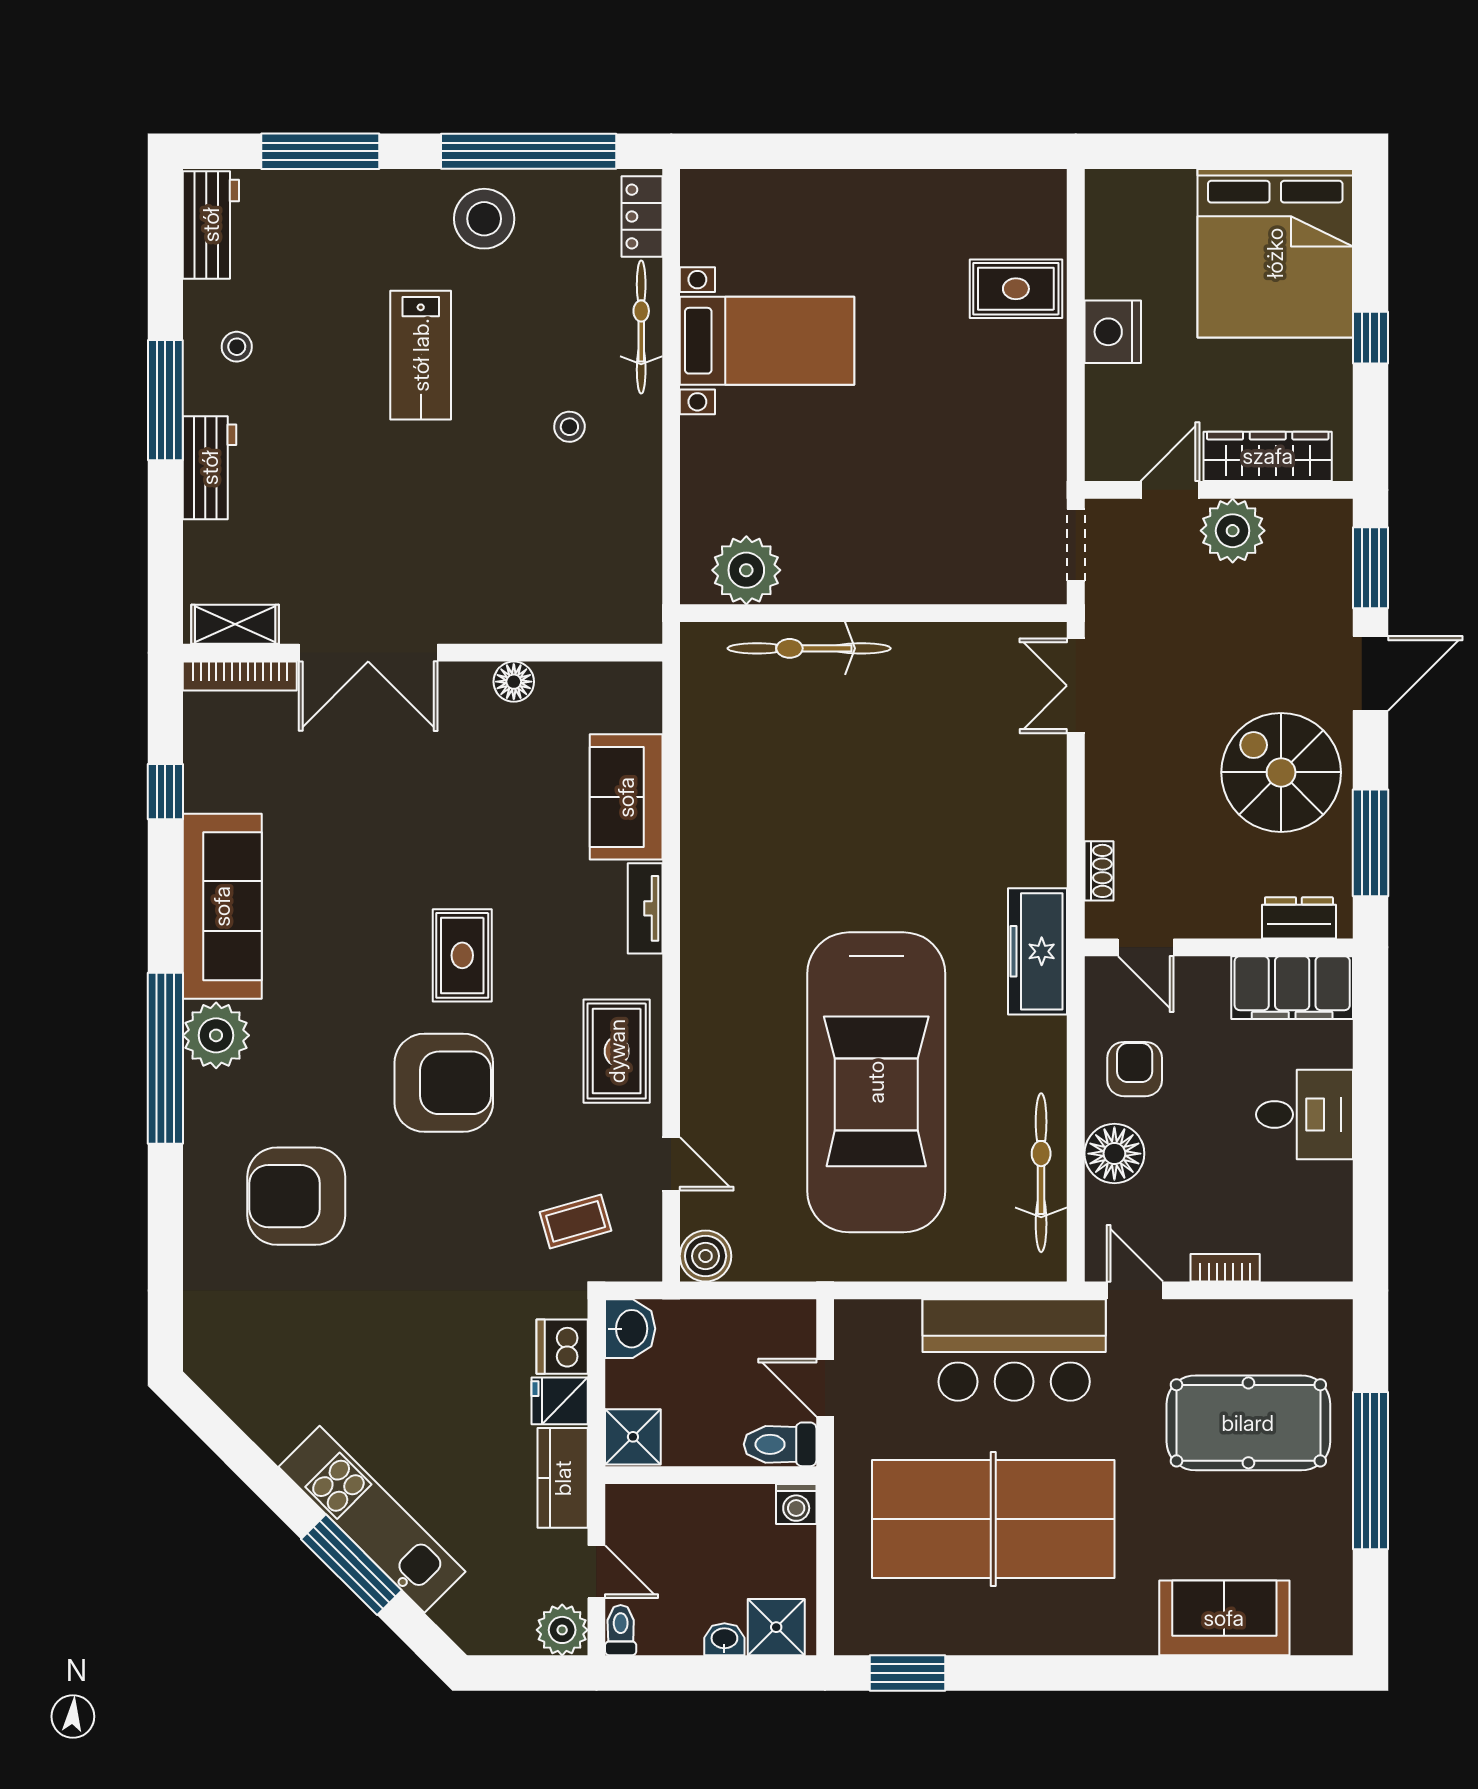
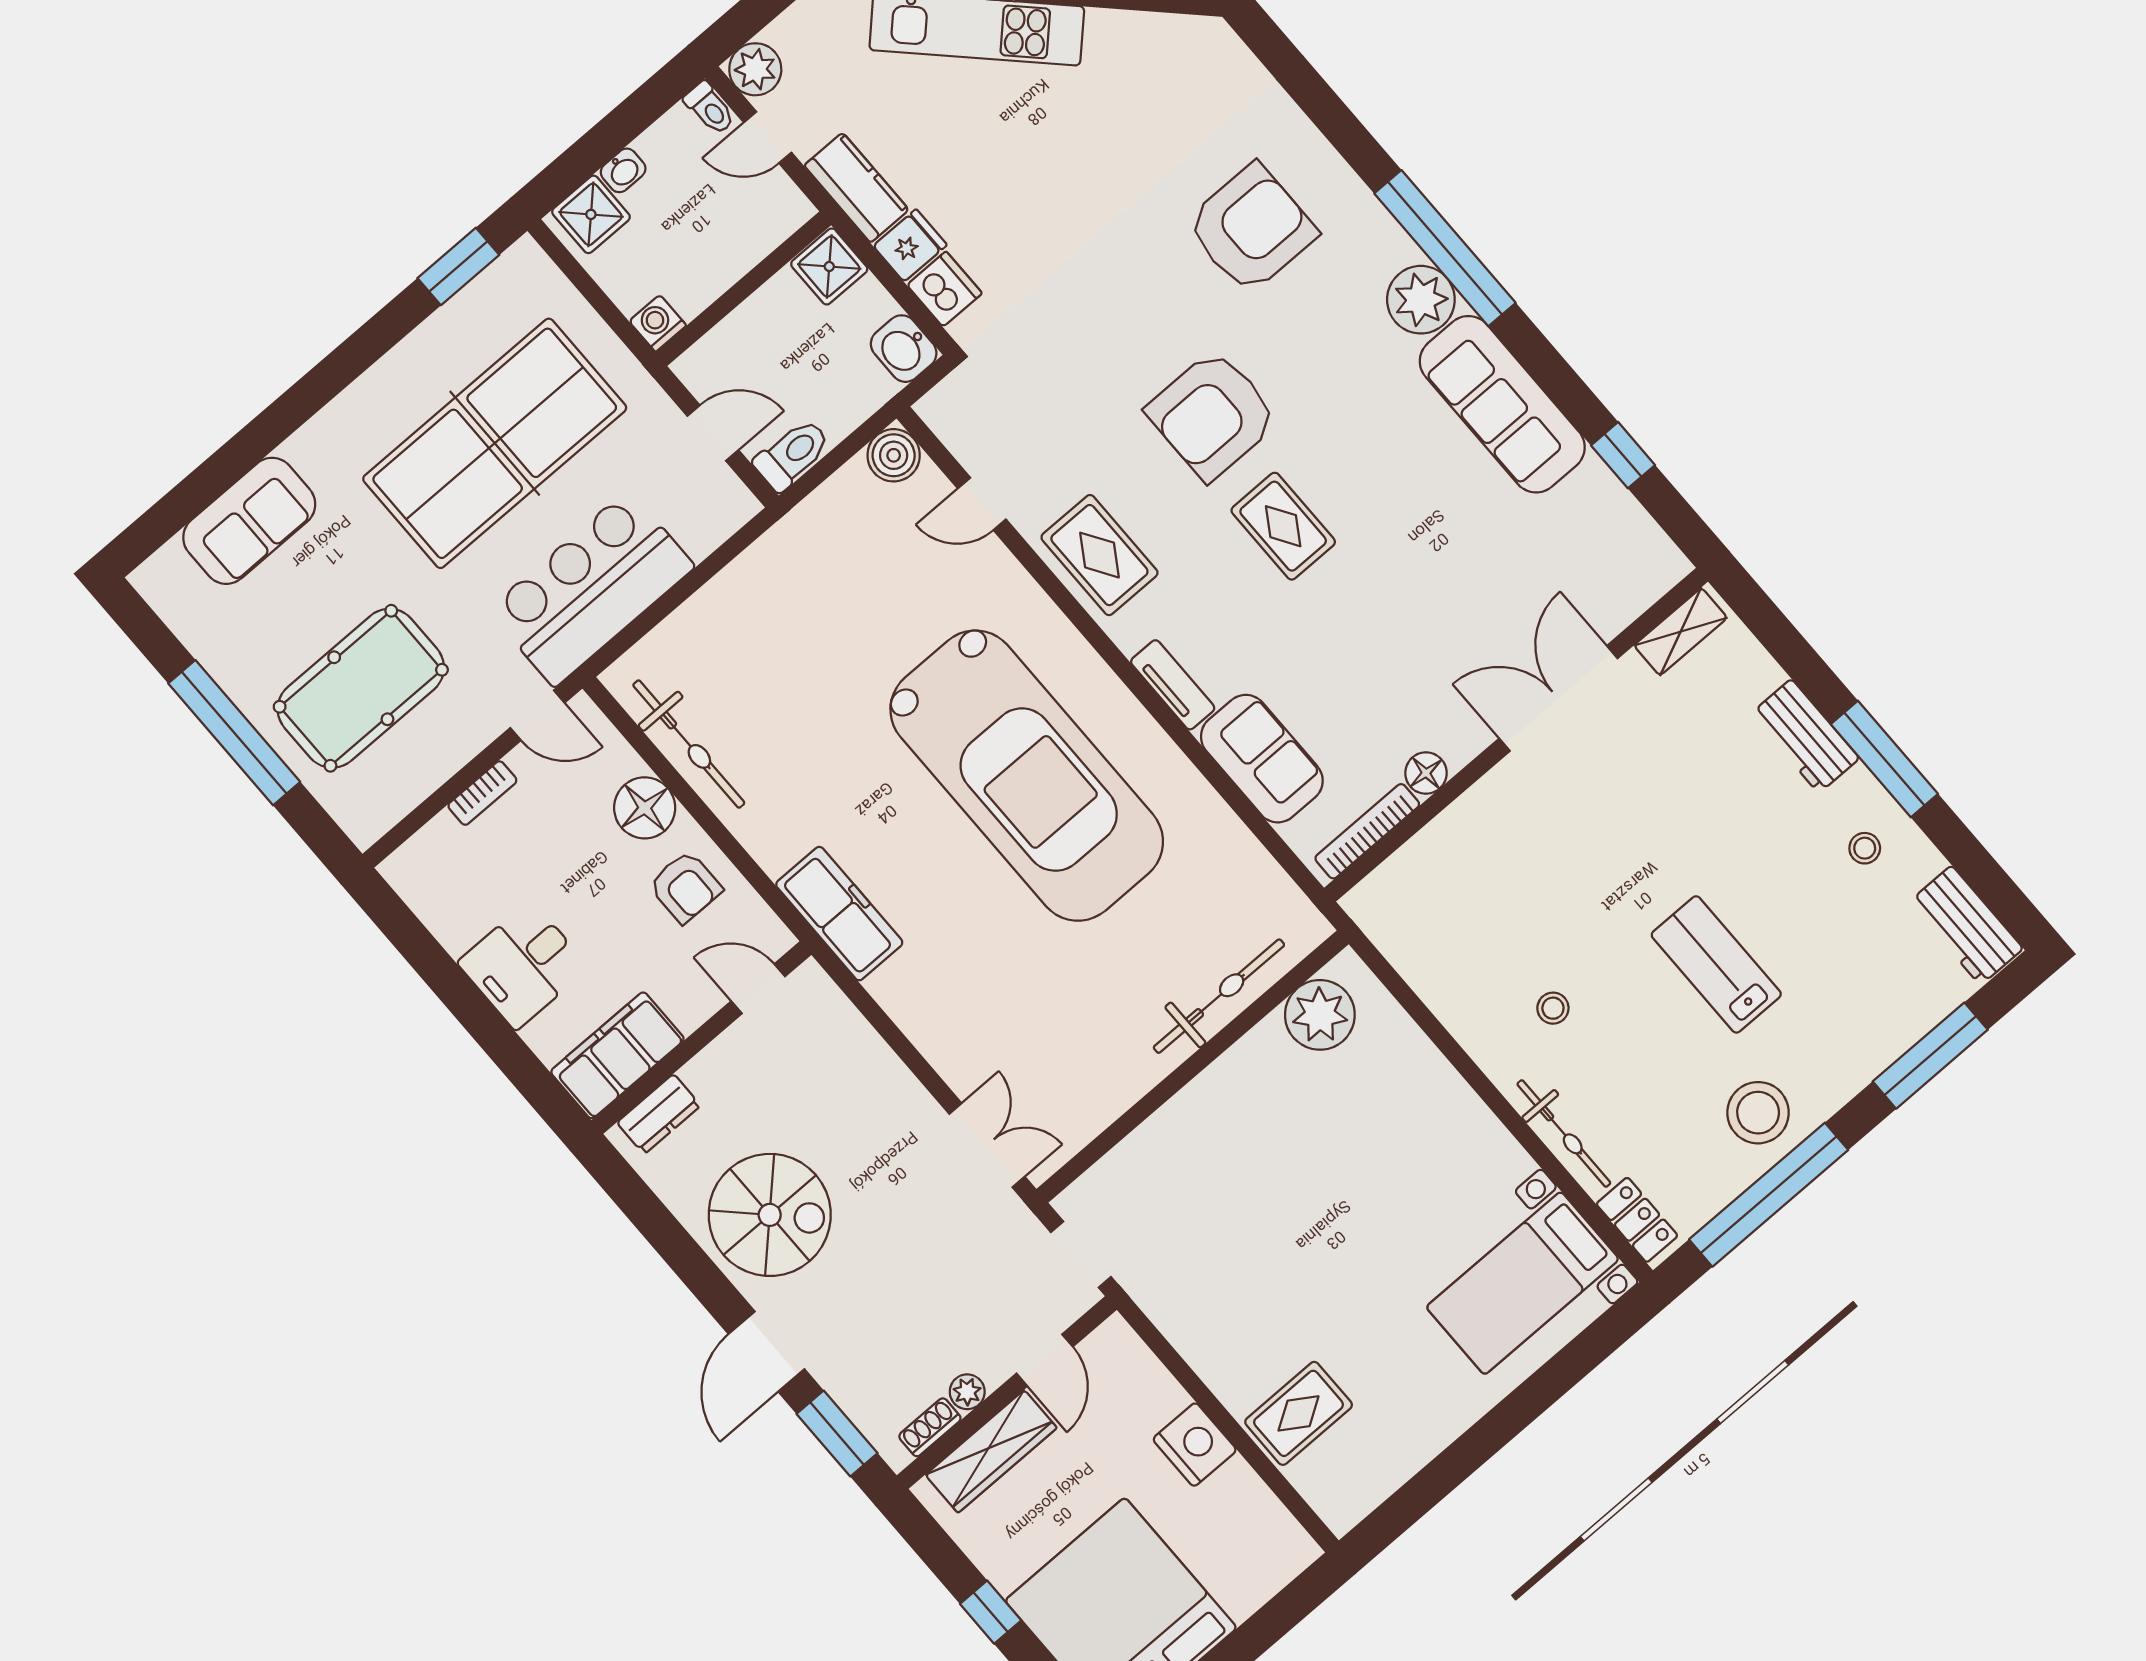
bed with nightstands: (767, 341) -> (1523, 1283), moved
plant: (1233, 531) -> (967, 1392), width x0.53, depth x0.53
bookcase: (240, 676) -> (1367, 831), moved
window: (1370, 843) -> (653, 1220), removed
shoe rack: (1099, 871) -> (930, 1427), moved, turned 90
car: (876, 1082) -> (1027, 776), moved, turned 180
coffee table: (576, 1221) -> (1018, 395), removed
toilet: (780, 1444) -> (792, 455), moved

